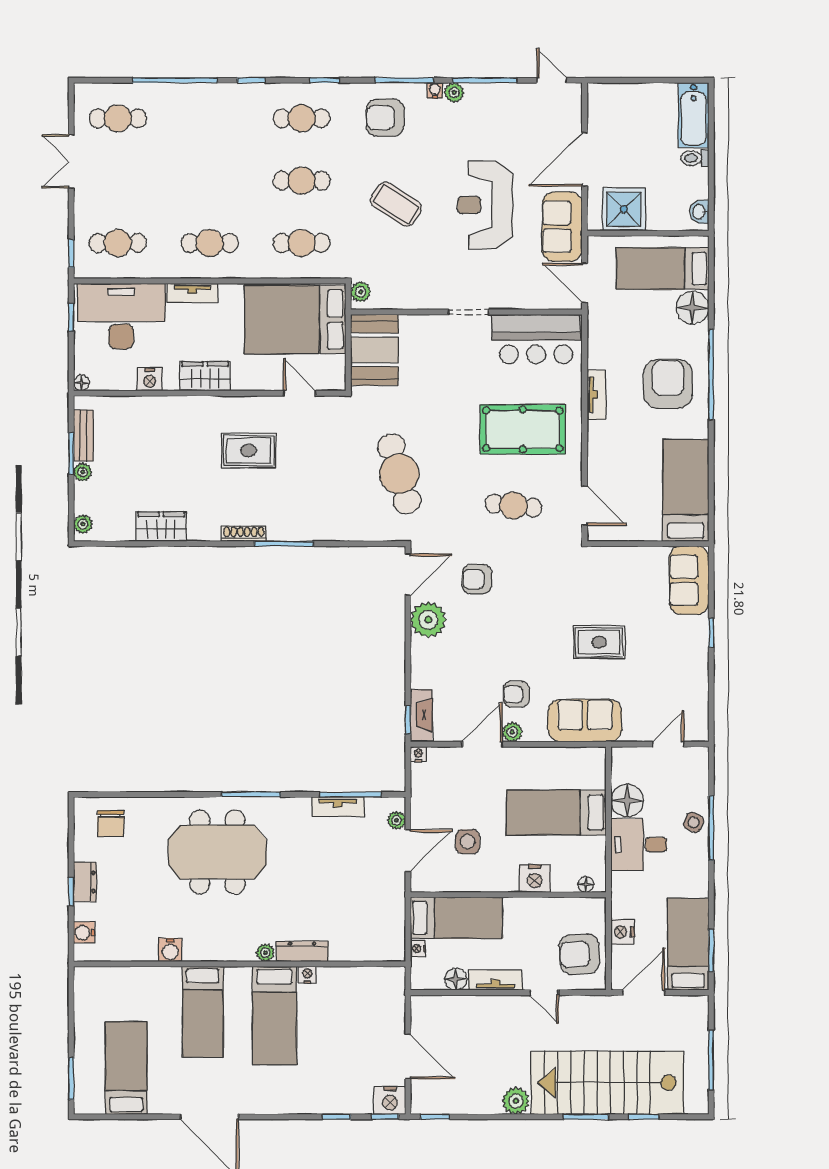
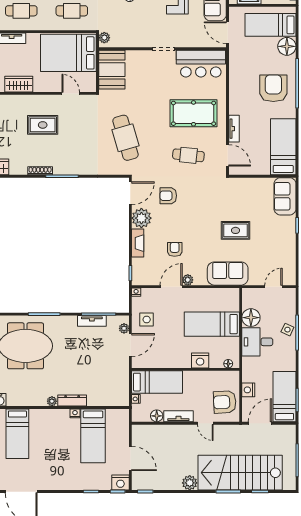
tv unit: (596, 395) -> (234, 129), moved
armchair: (516, 694) -> (175, 249), moved, turned 90
fireplace: (421, 715) -> (138, 243), moved
side table: (468, 842) -> (147, 319), moved
bed: (274, 1015) -> (93, 436), moved

